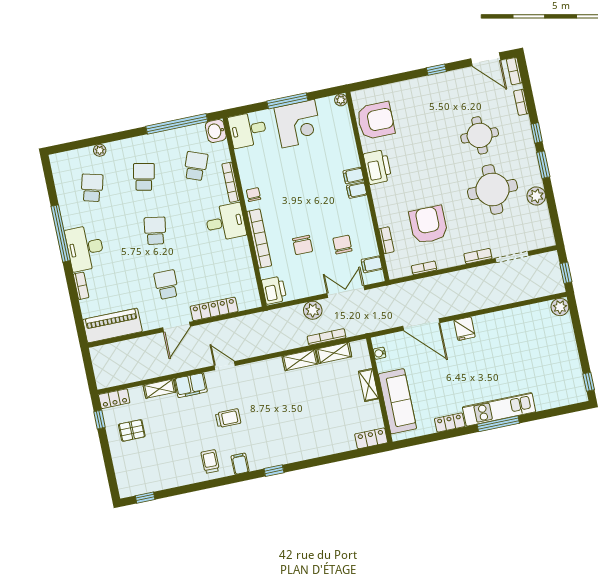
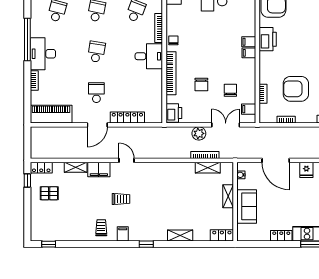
armchair: (428, 225) -> (296, 89), turned -90
shelving: (300, 360) -> (180, 236), moved
sofa: (397, 401) -> (247, 206), width x0.73

